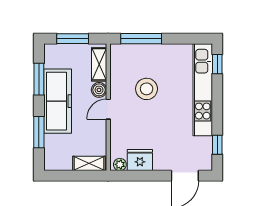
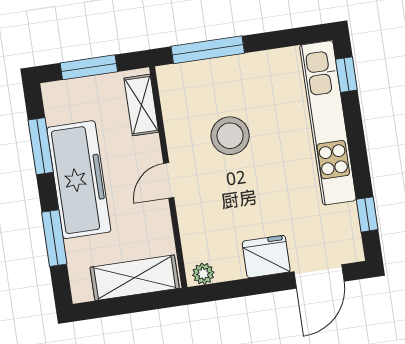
boiler: (99, 90) -> (148, 150), removed
fridge: (140, 160) -> (266, 257), moved
shelving: (89, 163) -> (135, 278), width x1.50, depth x1.33

